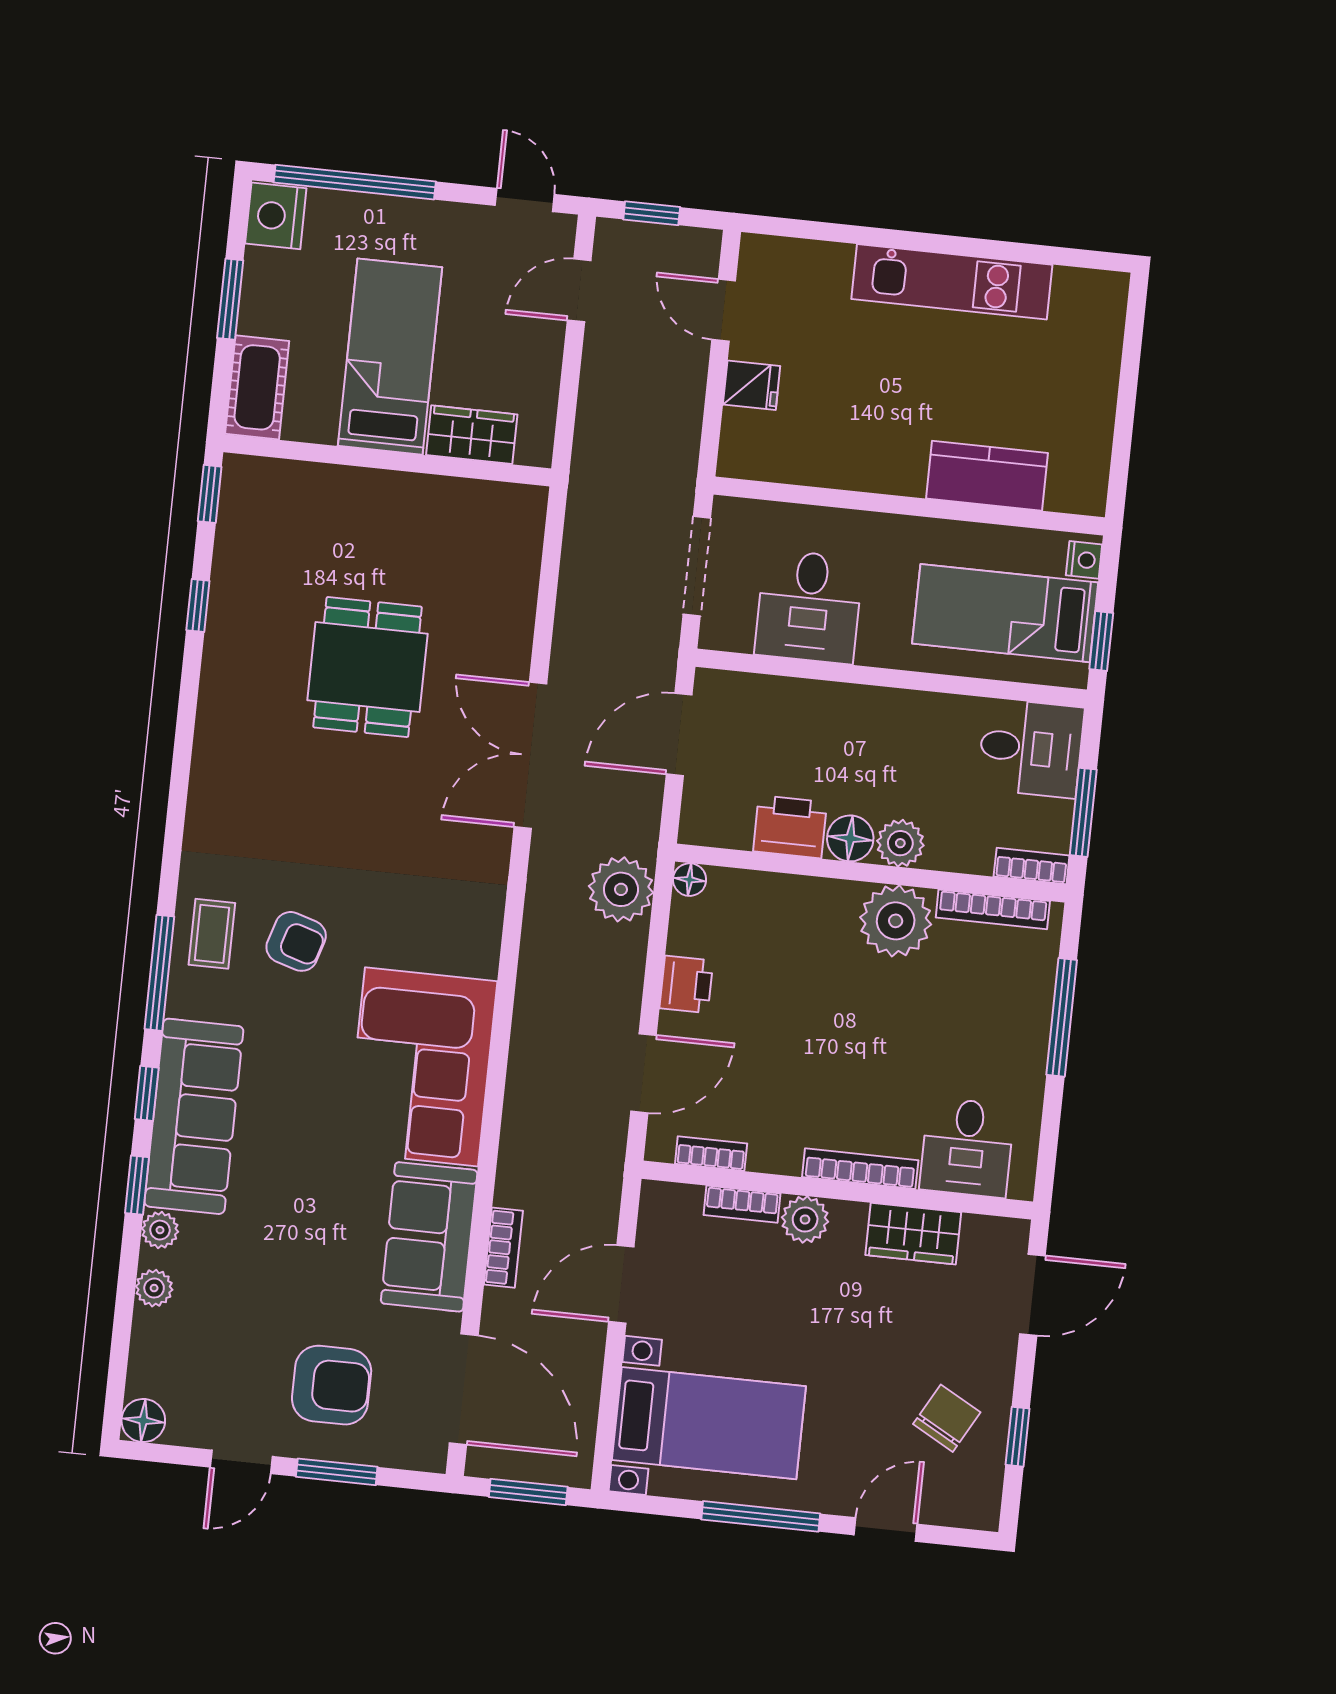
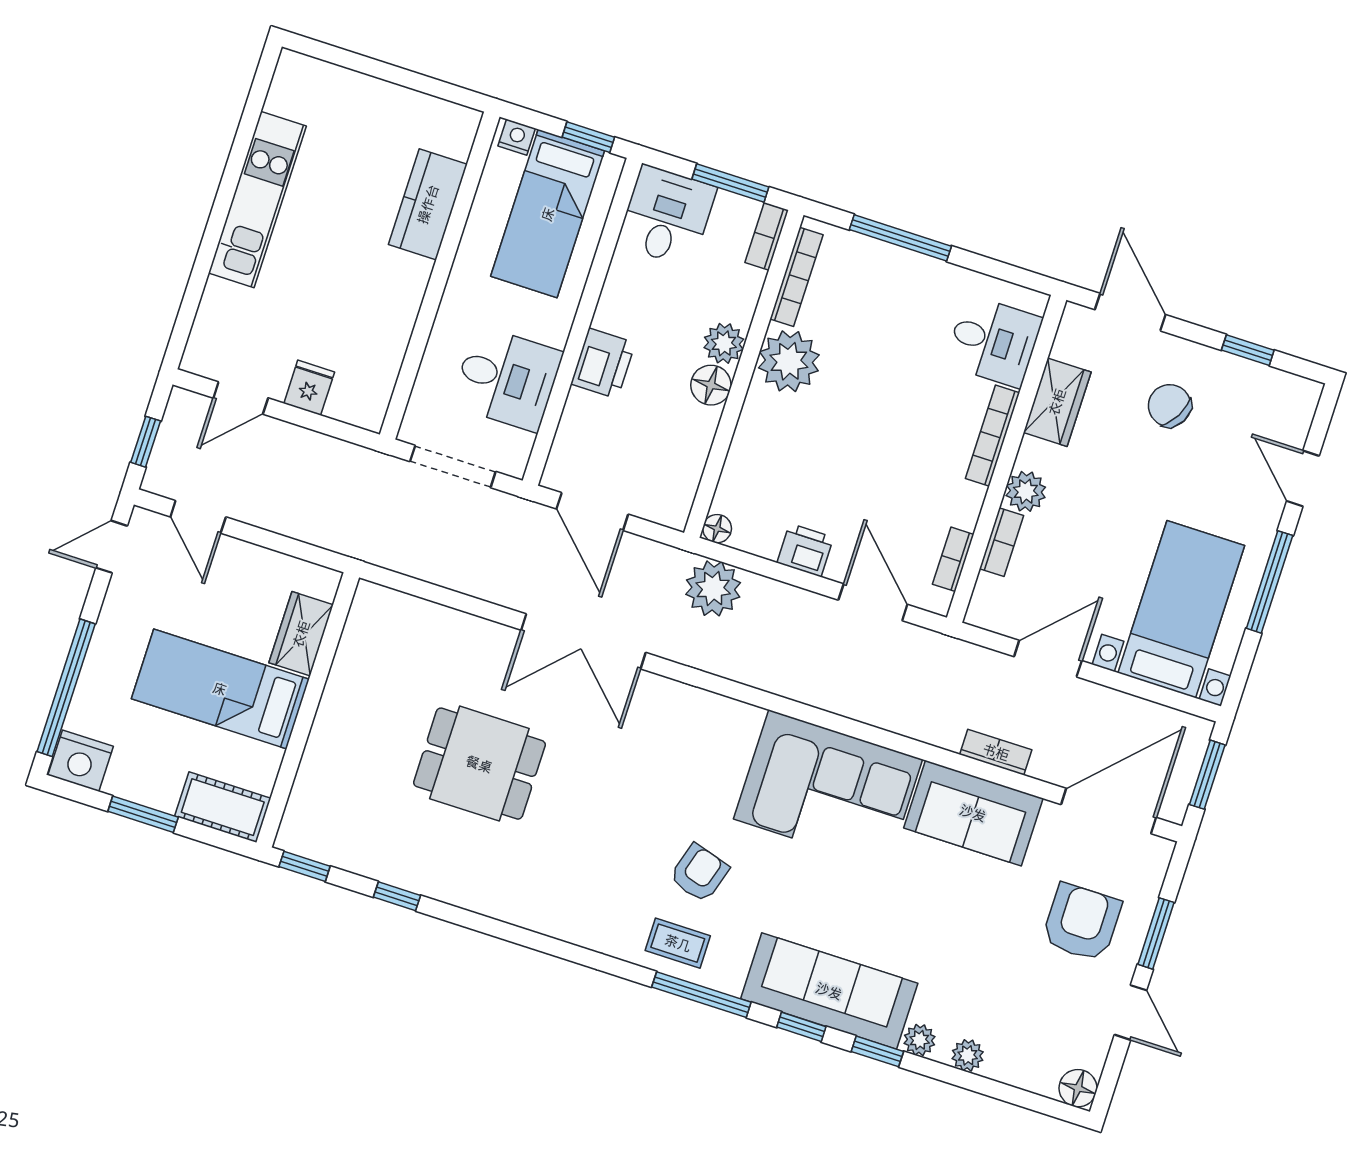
printer: (790, 827) -> (603, 363), moved, turned 180
door: (621, 1284) -> (1048, 659), swing flipped
chair: (947, 1418) -> (1170, 406), moved

